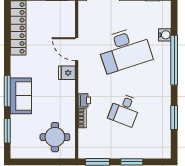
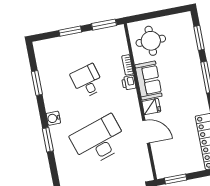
water cooler: (165, 35) -> (53, 118), moved
window: (174, 60) -> (48, 140), width x0.47
sofa: (21, 96) -> (148, 80), moved, turned 180
desk: (125, 110) -> (87, 81), turned -36

